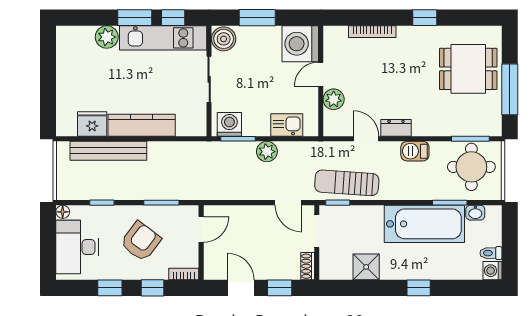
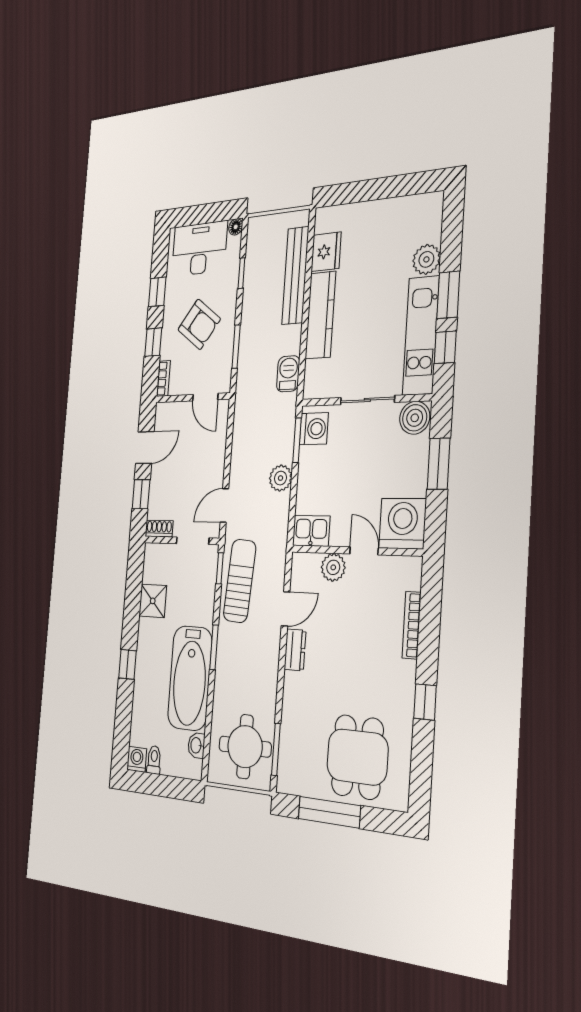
kitchen sink: (287, 125) -> (311, 531), moved, turned -90
barbecue: (415, 151) -> (288, 374), moved
window: (450, 203) -> (214, 647), moved

